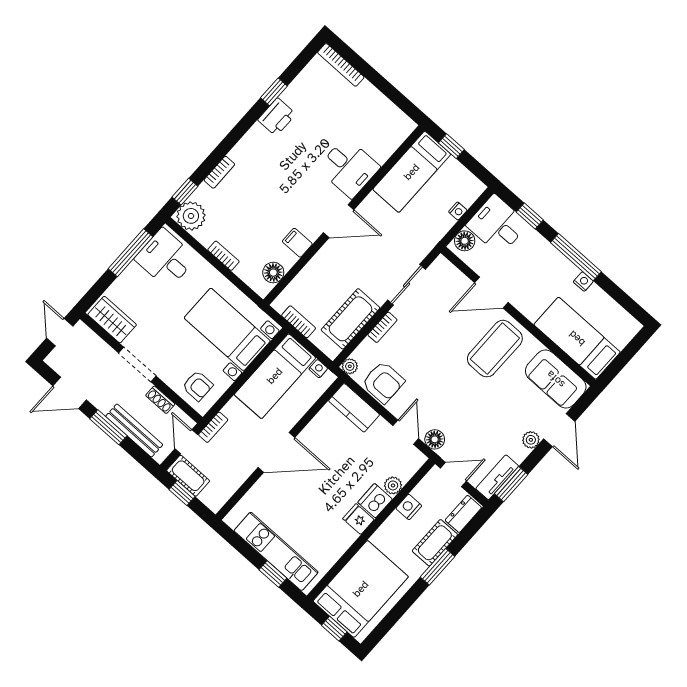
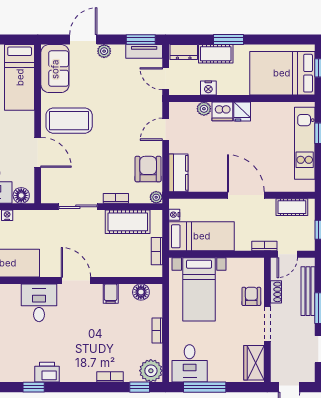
armchair: (198, 386) -> (251, 296), moved
floor lamp: (435, 439) -> (155, 108), removed
cot: (188, 476) -> (292, 207), moved, turned 90

